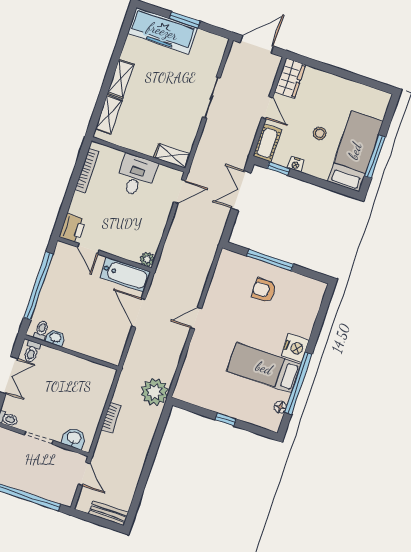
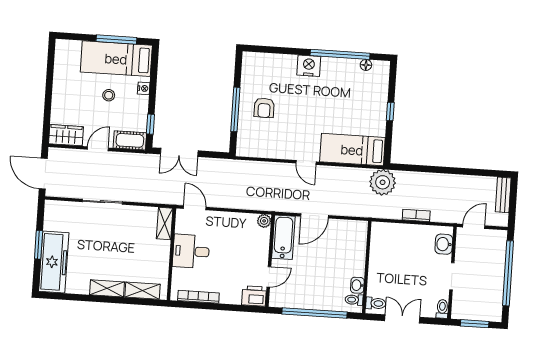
nightstand: (296, 164) -> (144, 88), moved
bed: (264, 368) -> (352, 150), moved, turned 90

